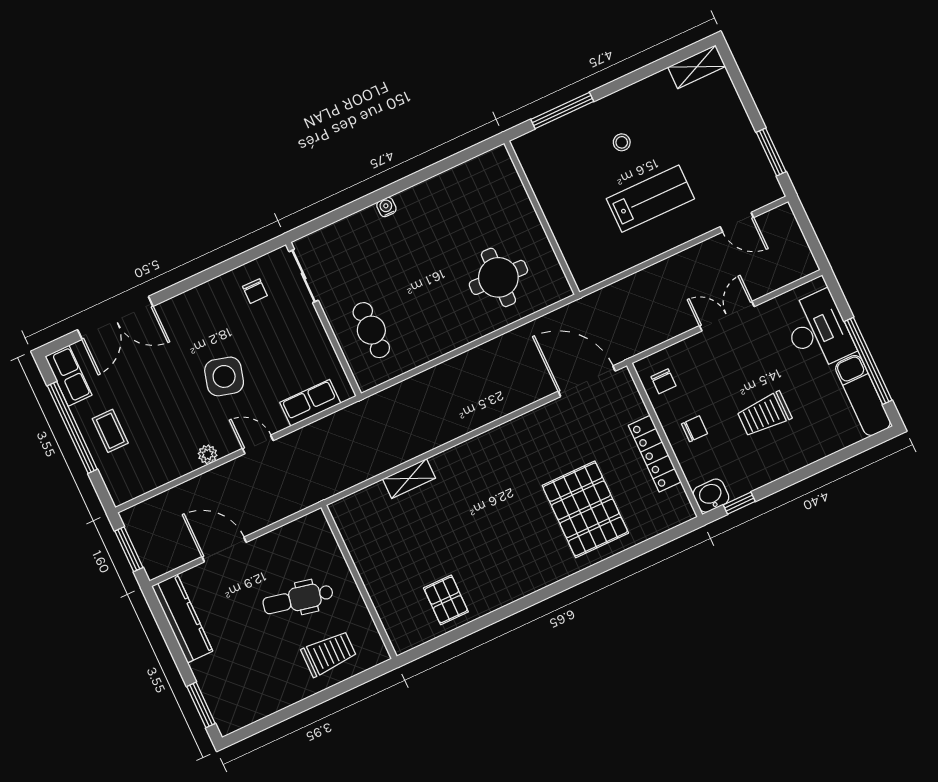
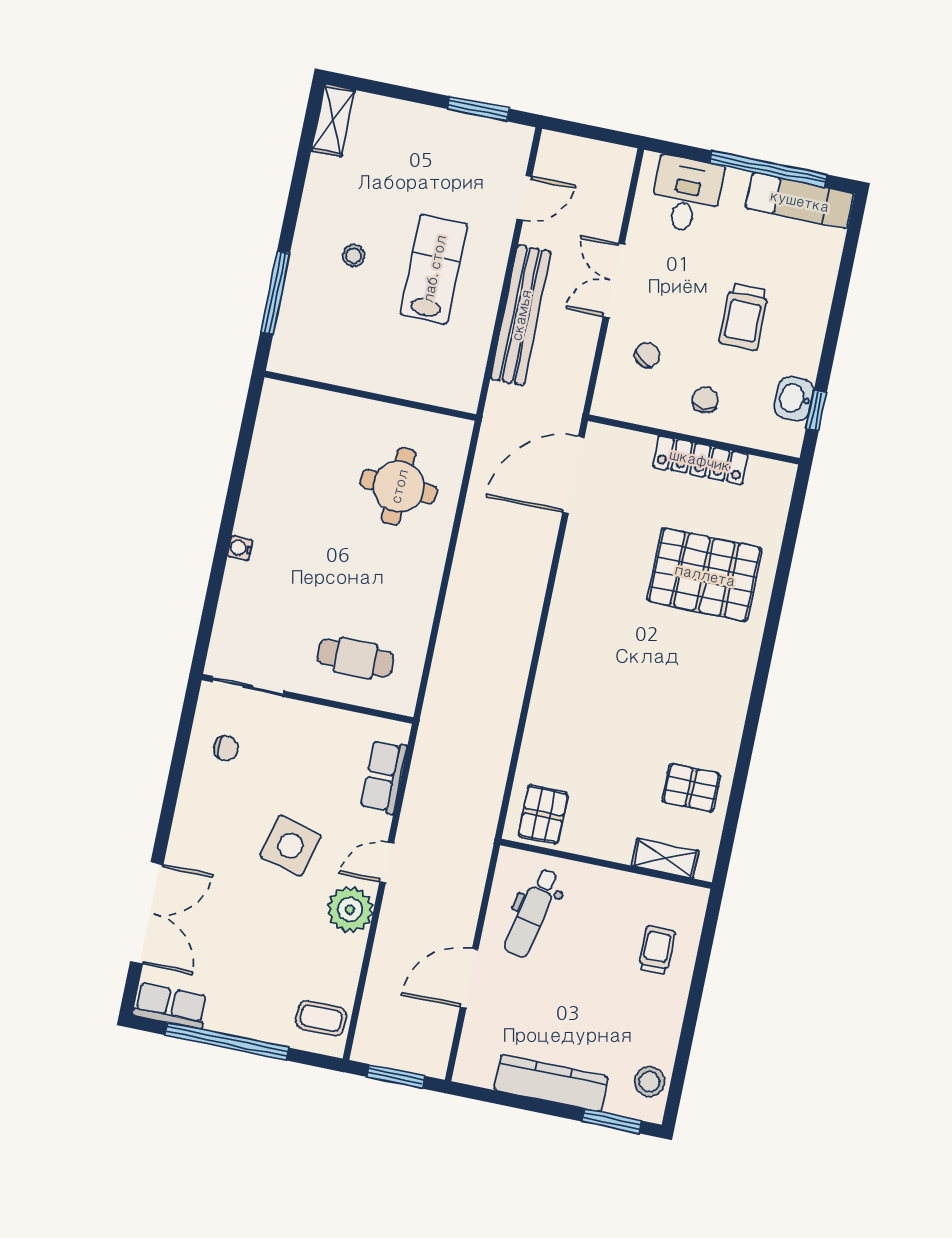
bench: (662, 274) -> (521, 315), added
desk: (818, 331) -> (686, 195), width x0.73
chair: (663, 381) -> (647, 355), moved, turned -51
coffee table: (110, 431) -> (321, 1018), moved
plant: (208, 454) -> (350, 910), width x1.88, depth x1.88
shelving: (409, 479) -> (665, 858), moved, turned 90
washbasin: (711, 496) -> (794, 399), moved
pallet: (361, 520) -> (543, 815), added
dental chair: (298, 599) -> (532, 913), moved
kitchen counter: (182, 619) -> (551, 1083), moved
trolley: (329, 654) -> (657, 950), width x0.73, depth x0.72
stool: (243, 710) -> (649, 1082), added

